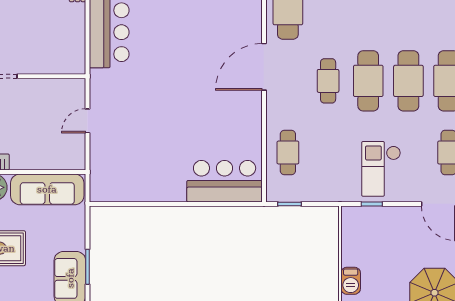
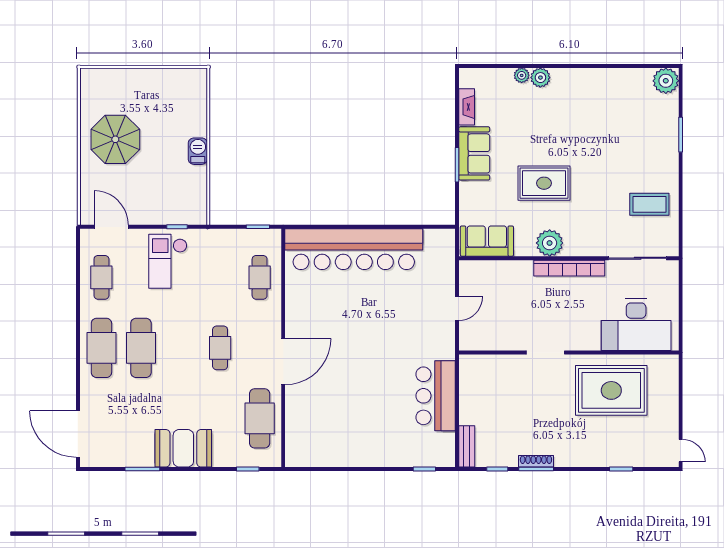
cafe table: (368, 81) -> (181, 348), removed
checkout: (381, 169) -> (168, 261), turned 180
bar counter: (225, 181) -> (354, 249), width x1.86
sofa: (47, 189) -> (487, 241), width x0.73

